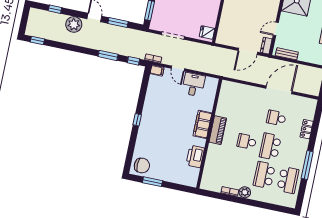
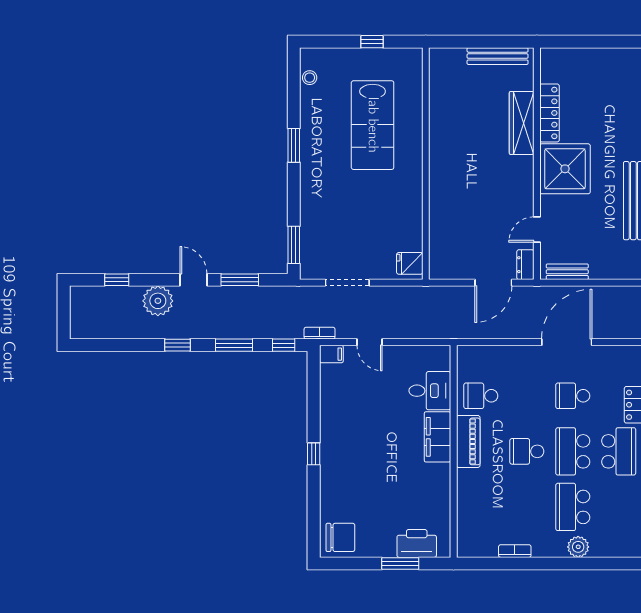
window: (37, 41) -> (177, 345), moved
desk: (193, 85) -> (430, 391), moved, turned 90
school desk: (229, 108) -> (481, 396), added
printer: (195, 156) -> (417, 543), moved, turned 90
school desk: (288, 180) -> (619, 451), moved
window: (152, 182) -> (400, 563), moved
plant: (245, 192) -> (578, 547), moved

